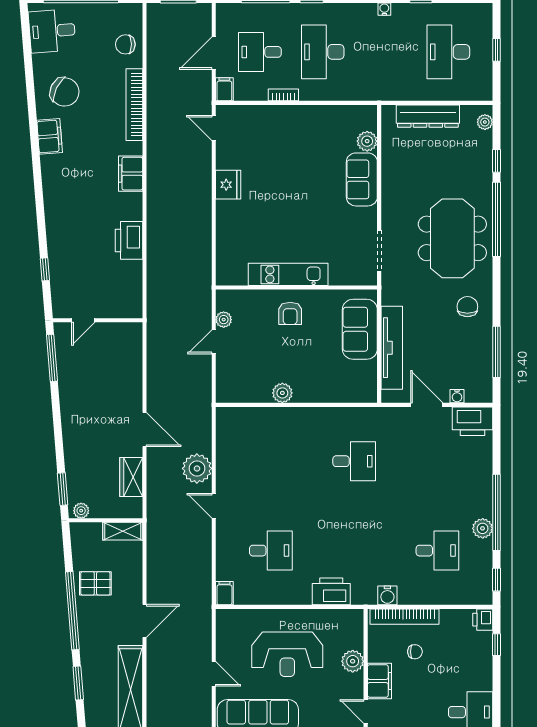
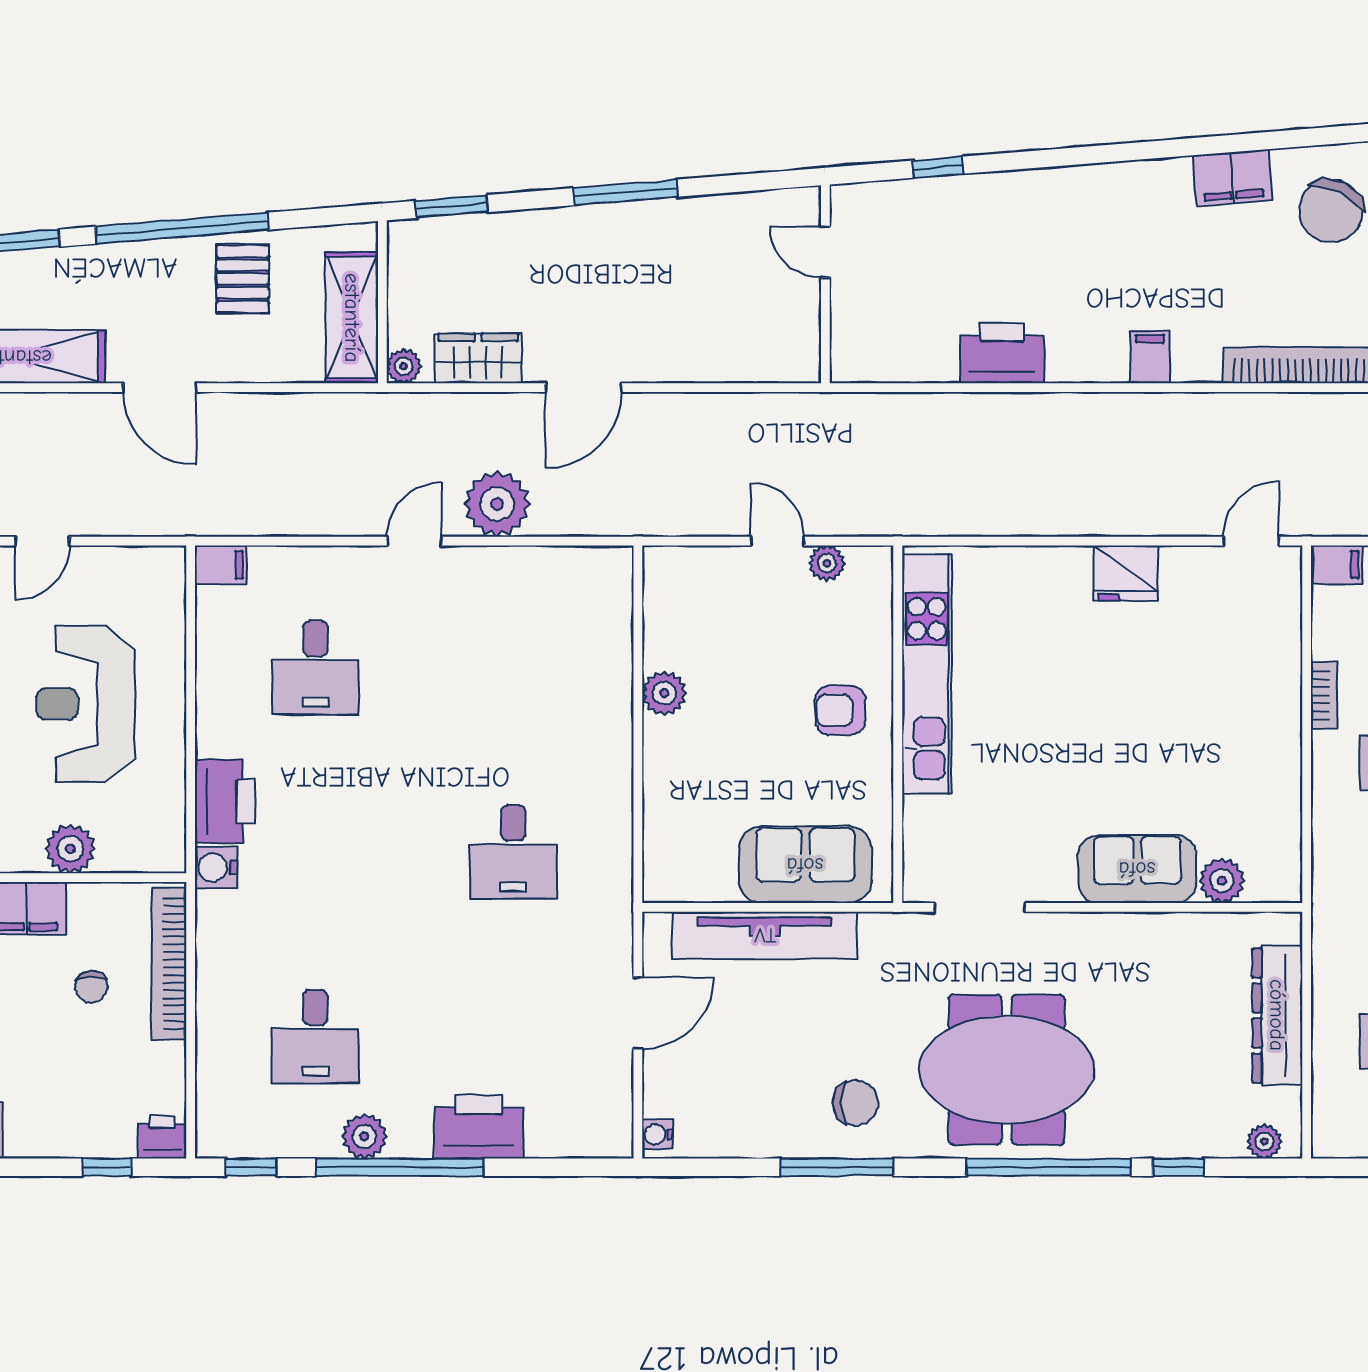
filing cabinet: (131, 174) -> (1150, 357), width x0.50
kitchen unit: (288, 274) -> (927, 674), width x1.36
window: (496, 352) -> (837, 1167), moved
window: (52, 358) -> (625, 192), moved
water cooler: (457, 396) -> (657, 1134), moved
printer: (473, 421) -> (479, 1127), moved, turned 90
plant: (81, 511) -> (404, 366), moved
shelving: (123, 531) -> (352, 318), width x1.50, depth x1.33
water cooler: (387, 595) -> (216, 867), moved

